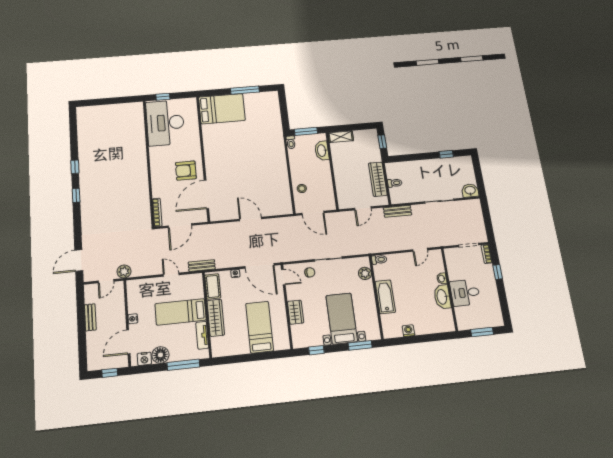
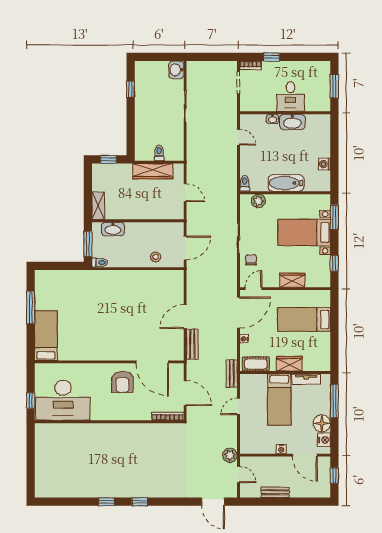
bed: (222, 109) -> (46, 336), width x0.67
bench: (397, 211) -> (192, 344), moved
wardrobe: (216, 318) -> (289, 364), width x0.67

